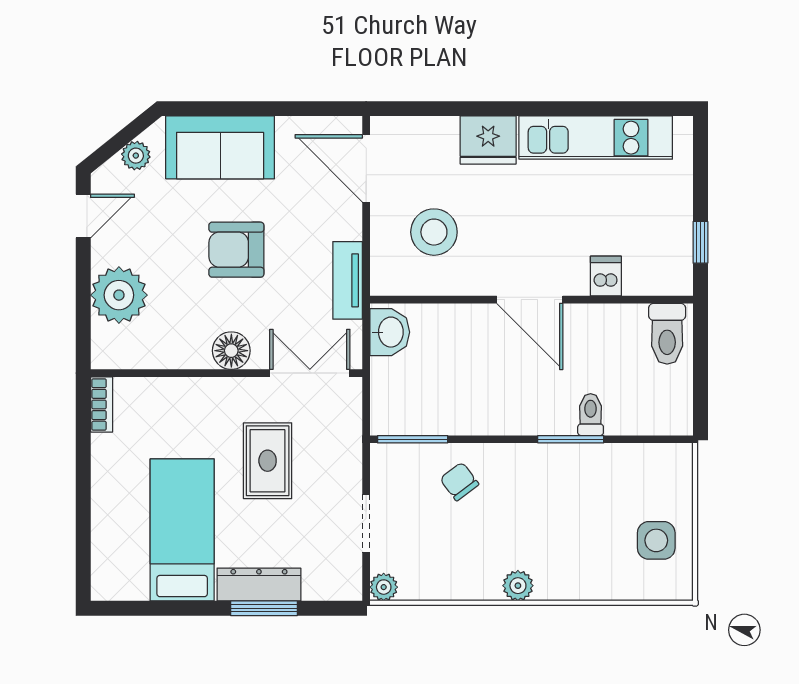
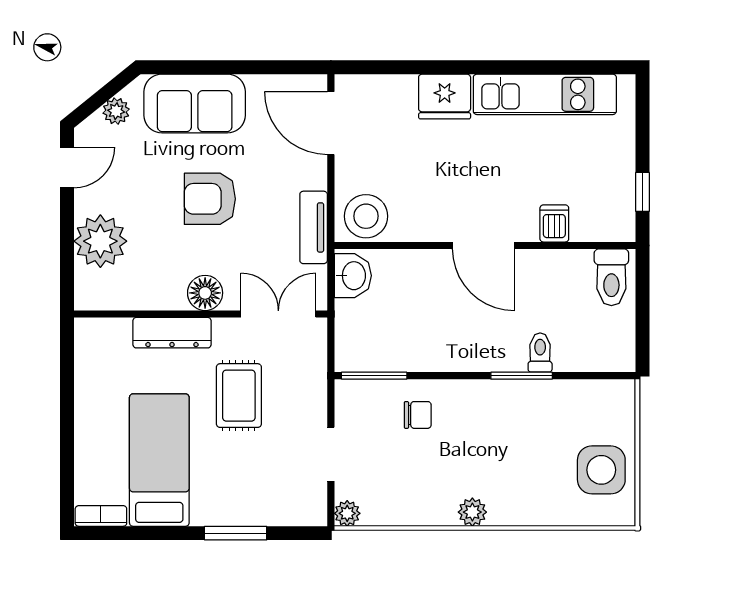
stool: (434, 232) -> (366, 216), moved
bookcase: (102, 404) -> (101, 516), moved, turned -90
chair: (459, 481) -> (418, 415), turned 127
side table: (656, 540) -> (601, 470), width x1.37, depth x1.37
dresser: (259, 585) -> (172, 333), moved, turned 180

